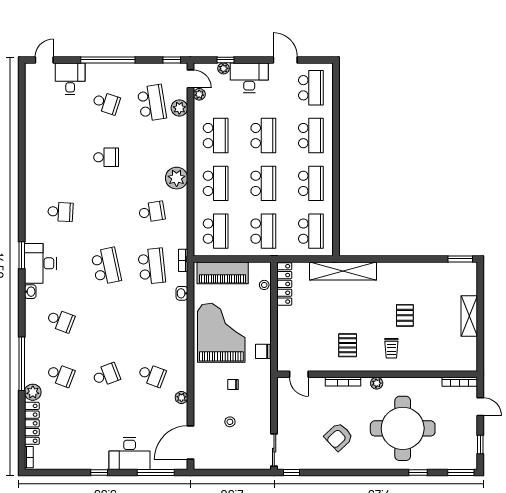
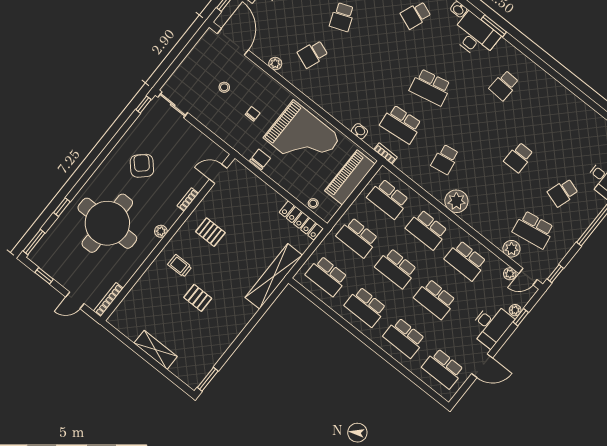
bookcase: (343, 382) -> (188, 200), width x0.64

